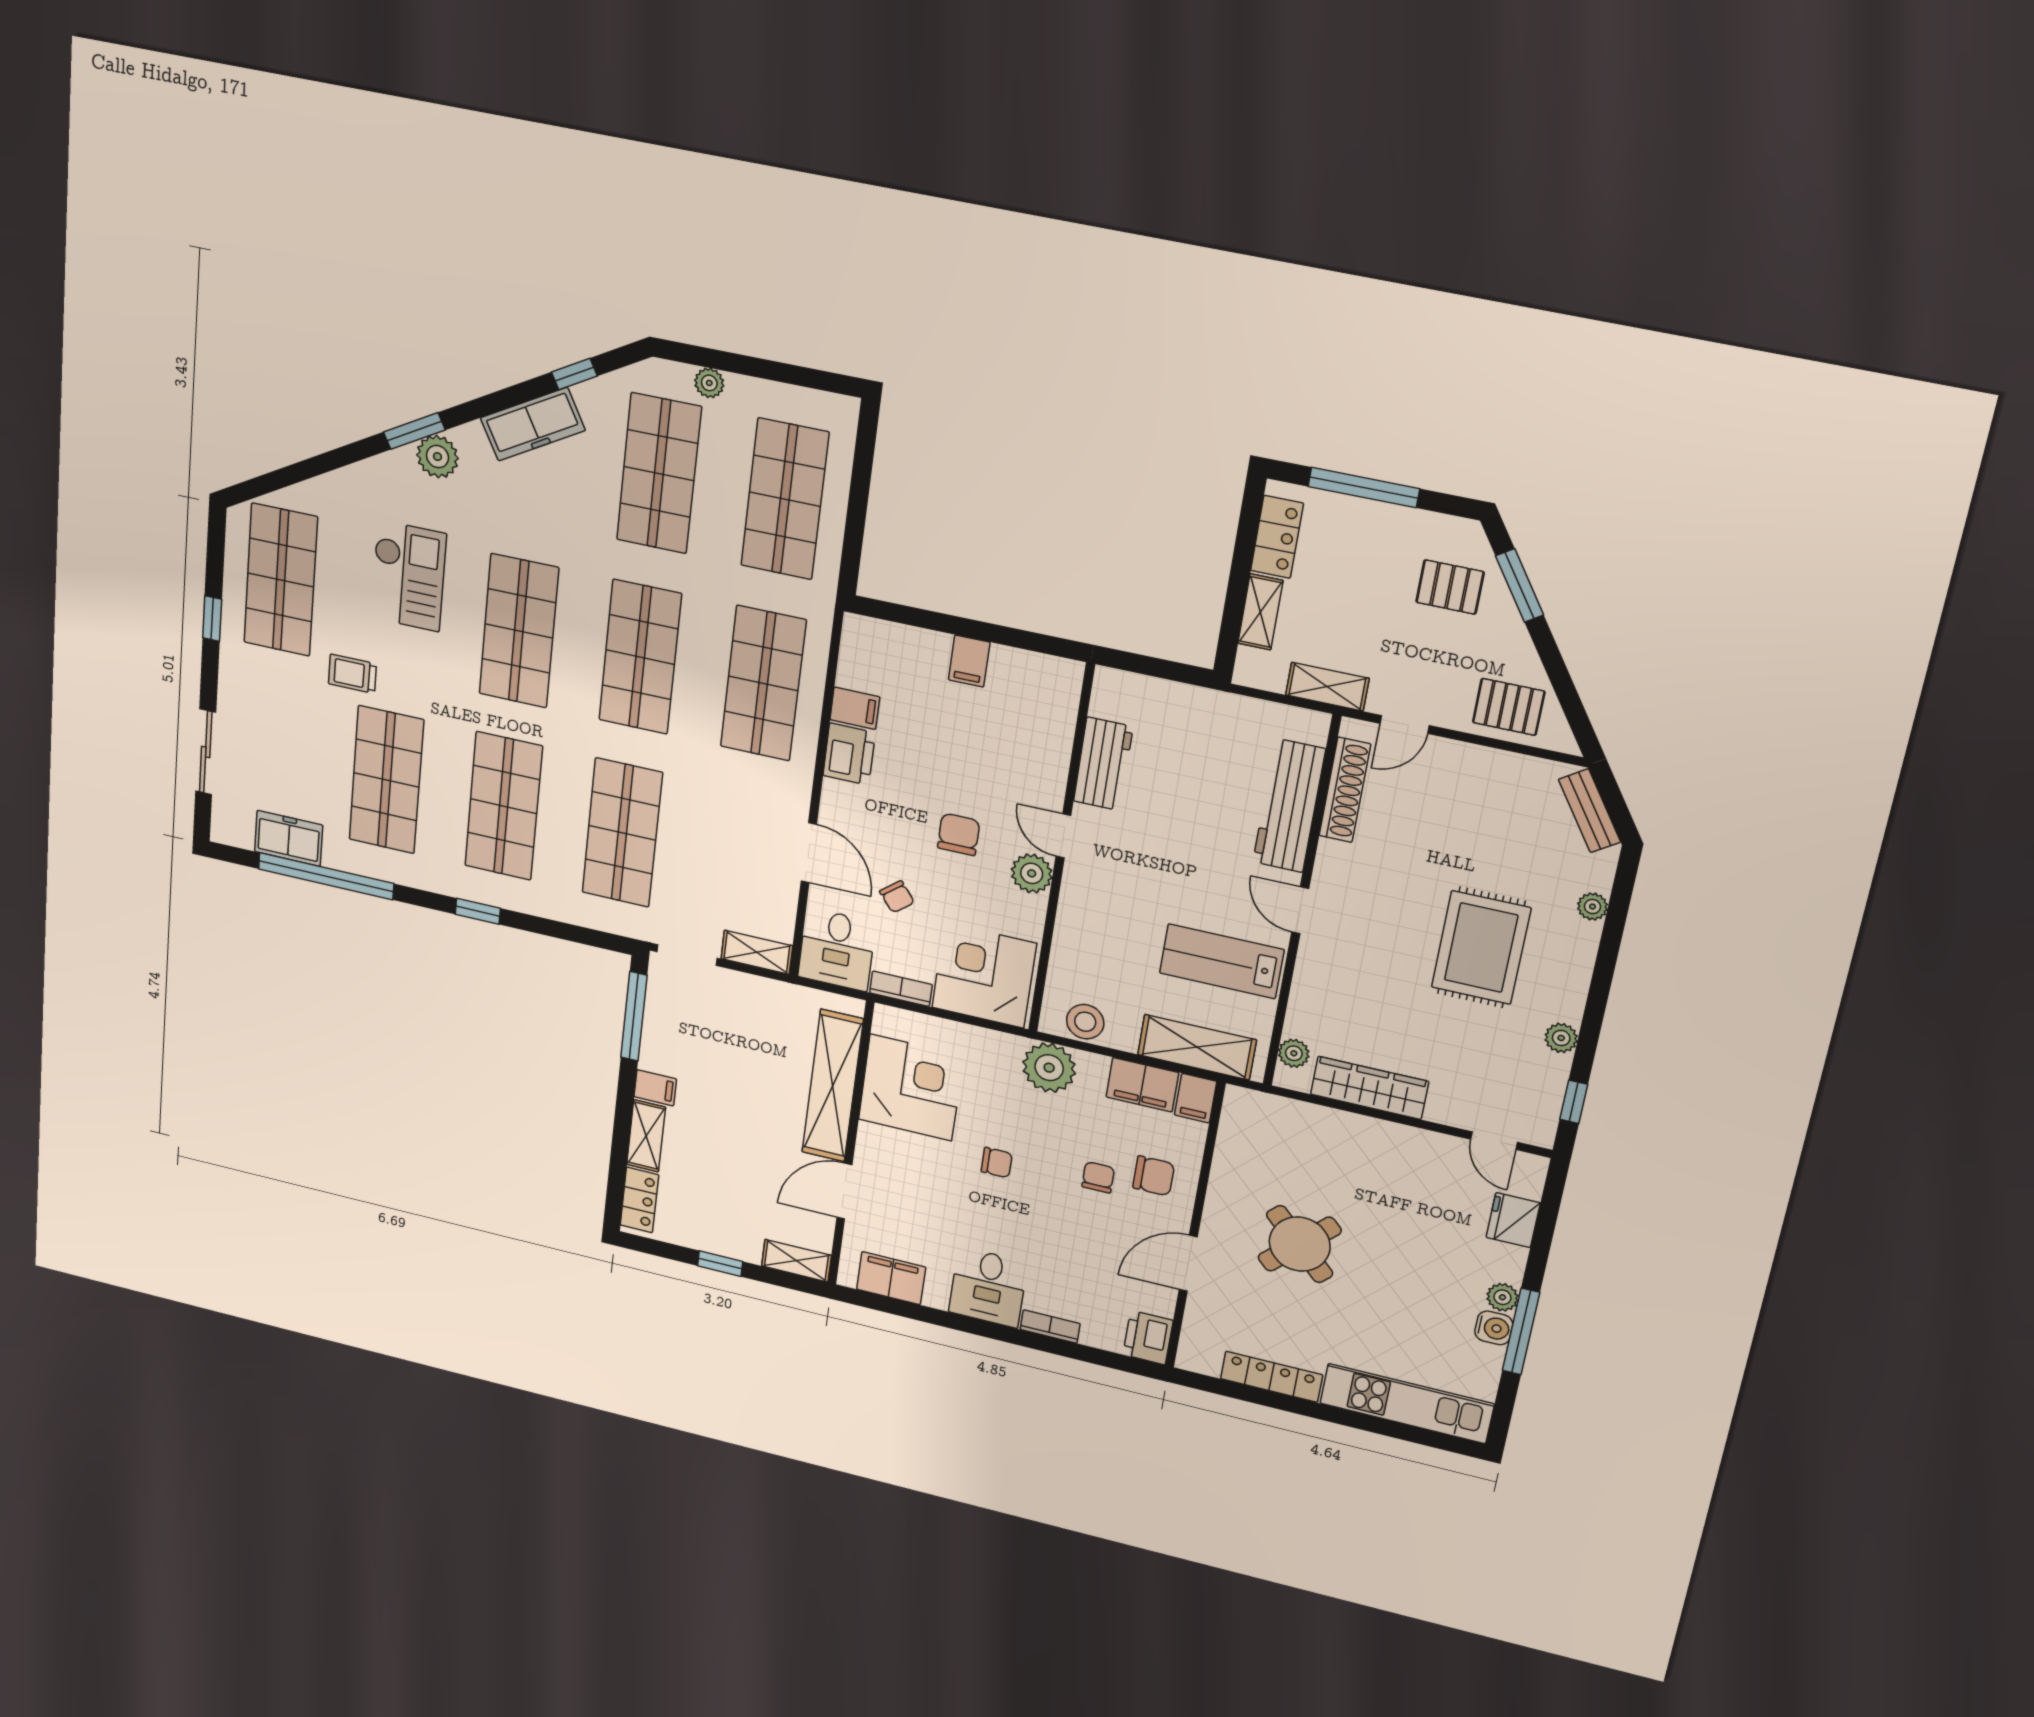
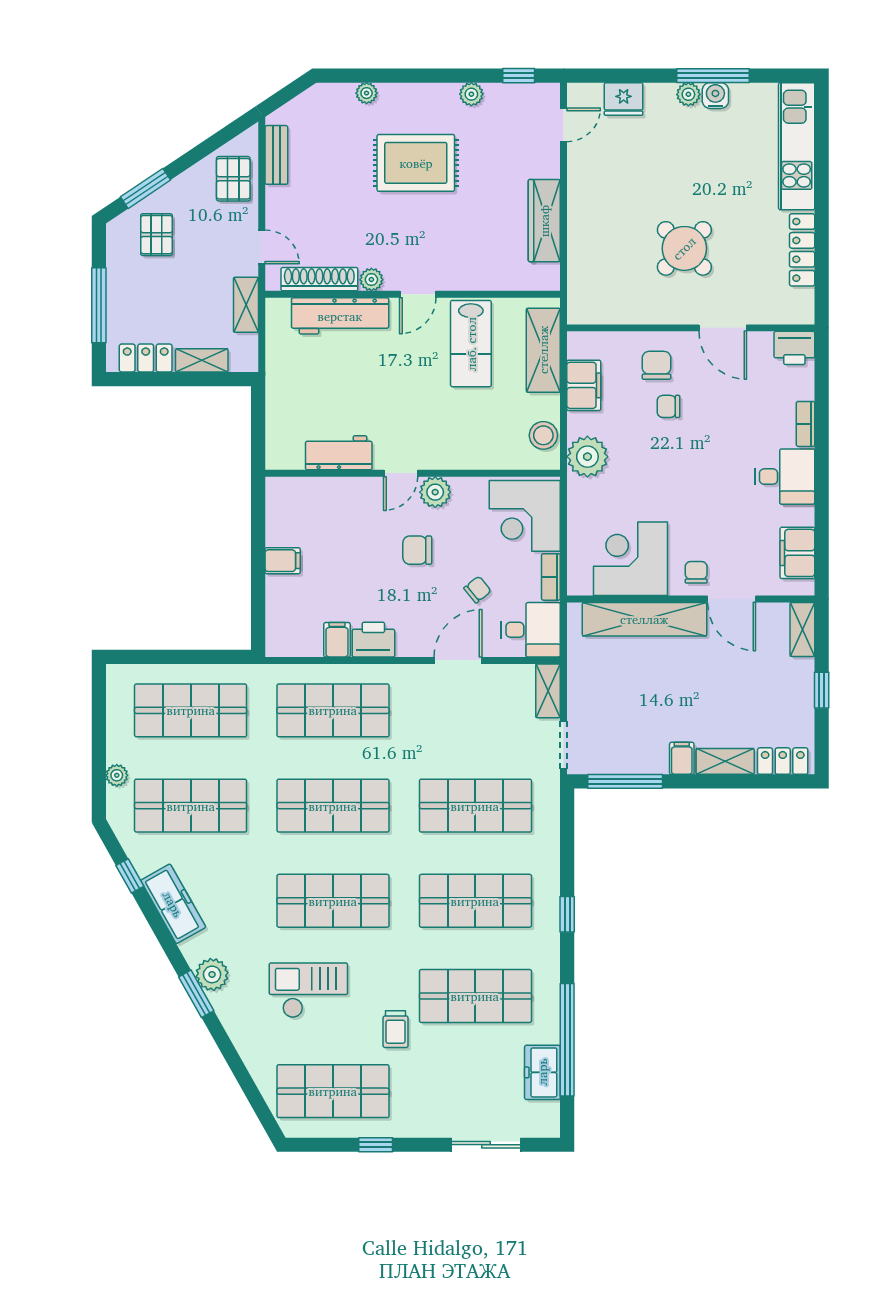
bench: (1590, 811) -> (276, 155), moved, turned -56
plant: (1294, 1053) -> (371, 280), moved
filing cabinet: (1196, 1098) -> (585, 345), removed
chair: (997, 1163) -> (696, 572), moved

